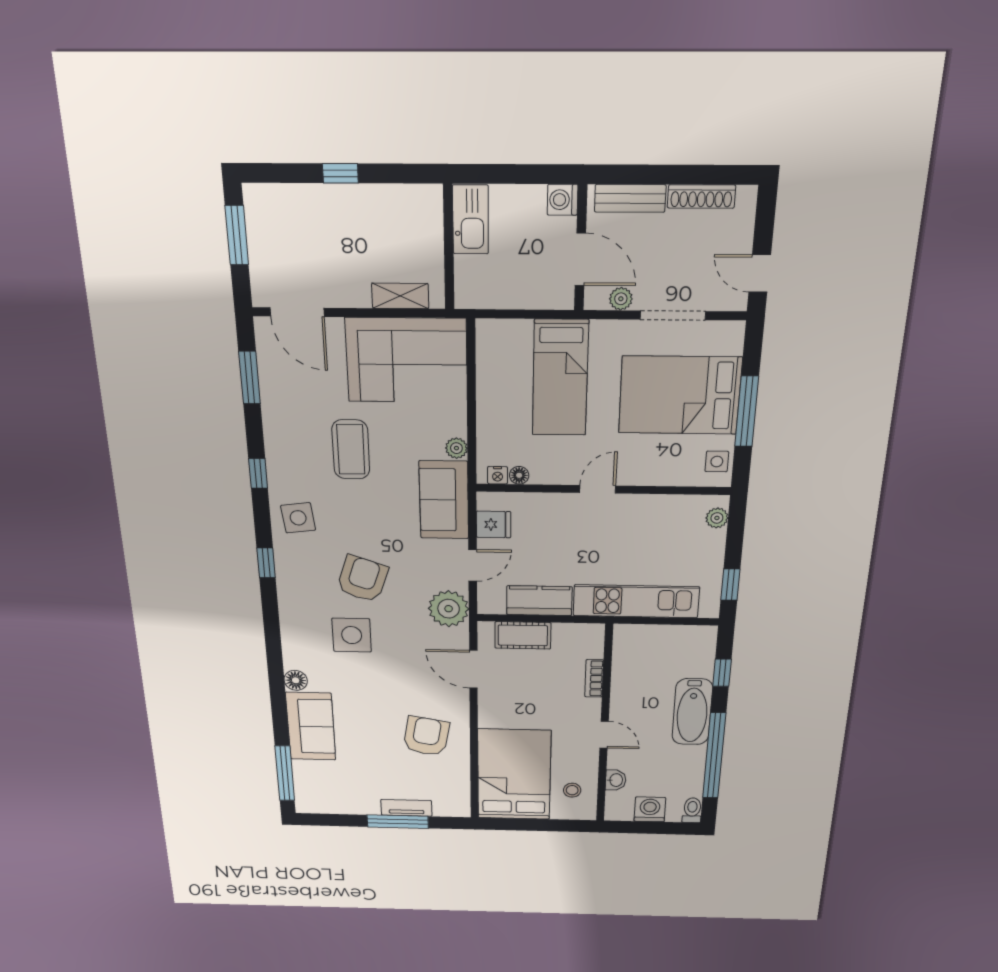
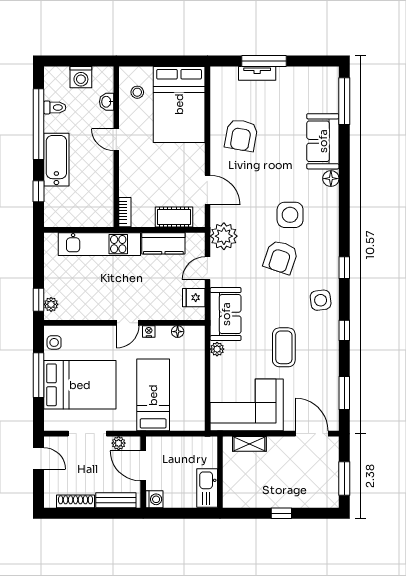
nightstand: (498, 475) -> (149, 331), moved
window: (730, 585) -> (39, 300), moved
bookcase: (594, 678) -> (125, 212), moved
toilet: (692, 810) -> (55, 107), moved, turned -90

